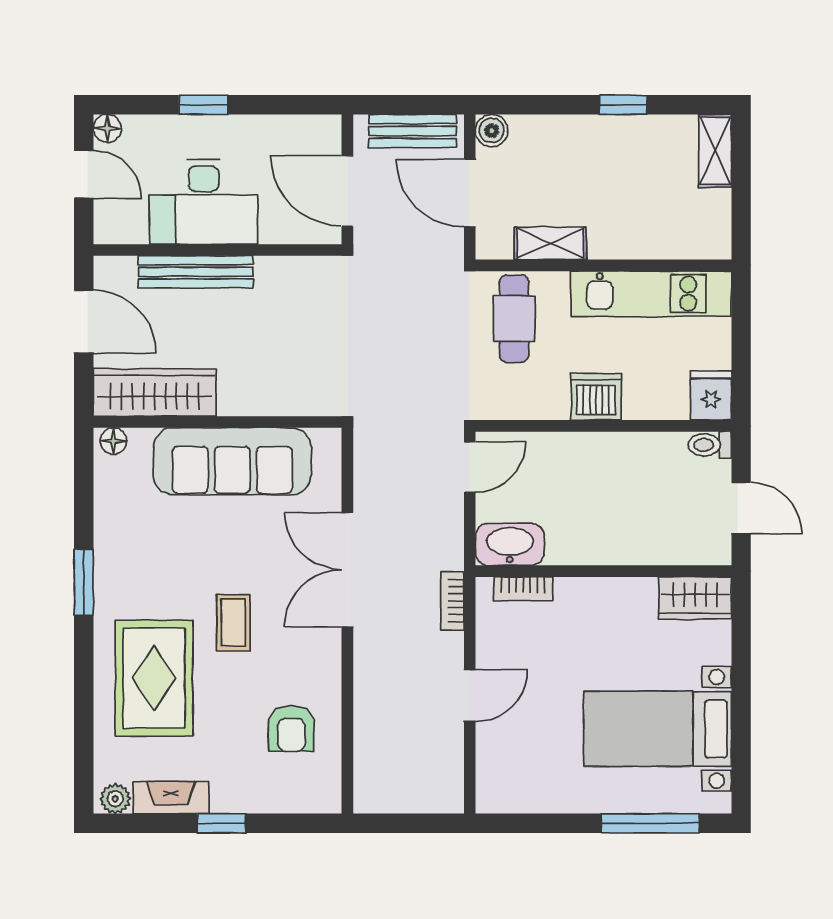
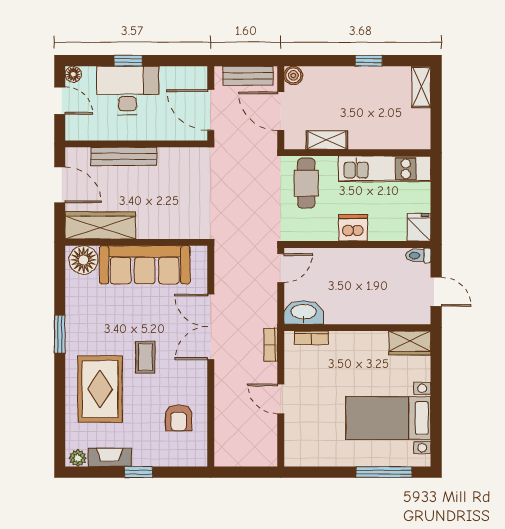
desk: (204, 202) -> (128, 91), moved, turned 180
floor lamp: (113, 441) -> (83, 260), width x1.89, depth x1.89
door: (470, 696) -> (281, 399), swing flipped

